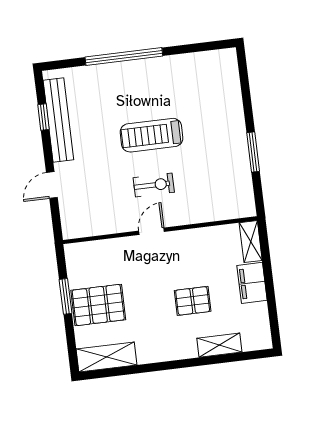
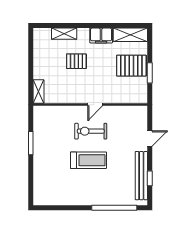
window: (124, 57) -> (114, 208), moved
exercise bike: (154, 185) -> (91, 131), width x1.38, depth x1.39
filing cabinet: (252, 283) -> (101, 36), moved, turned 90

